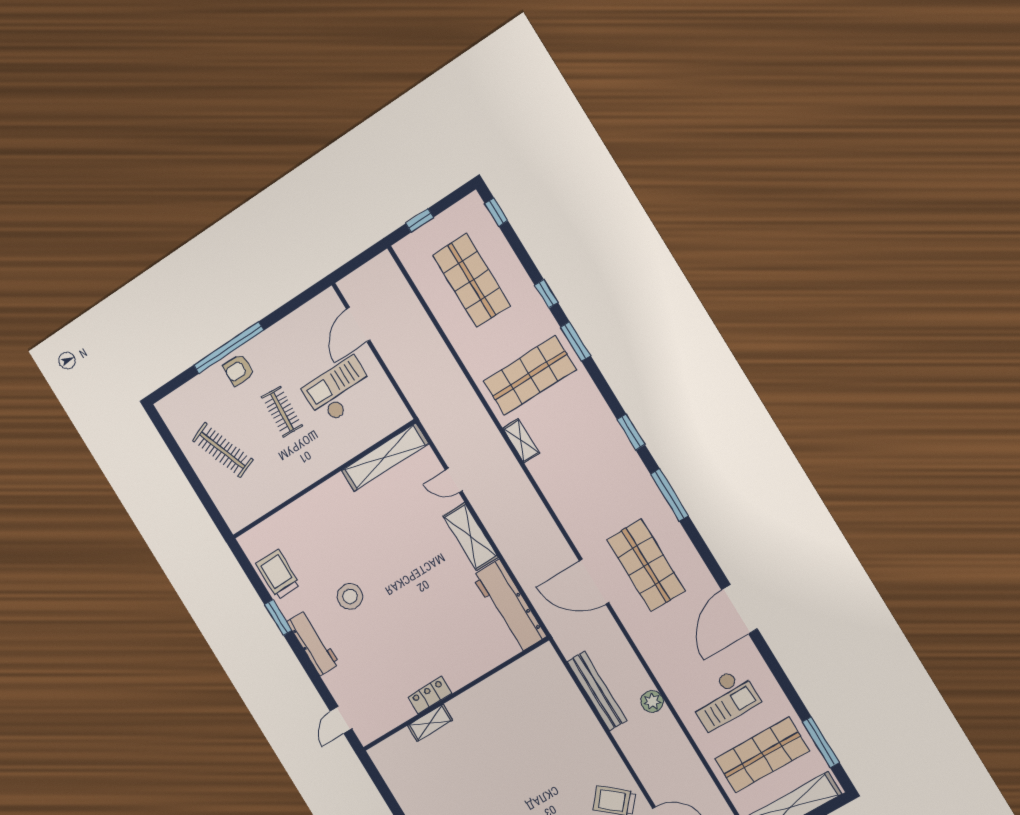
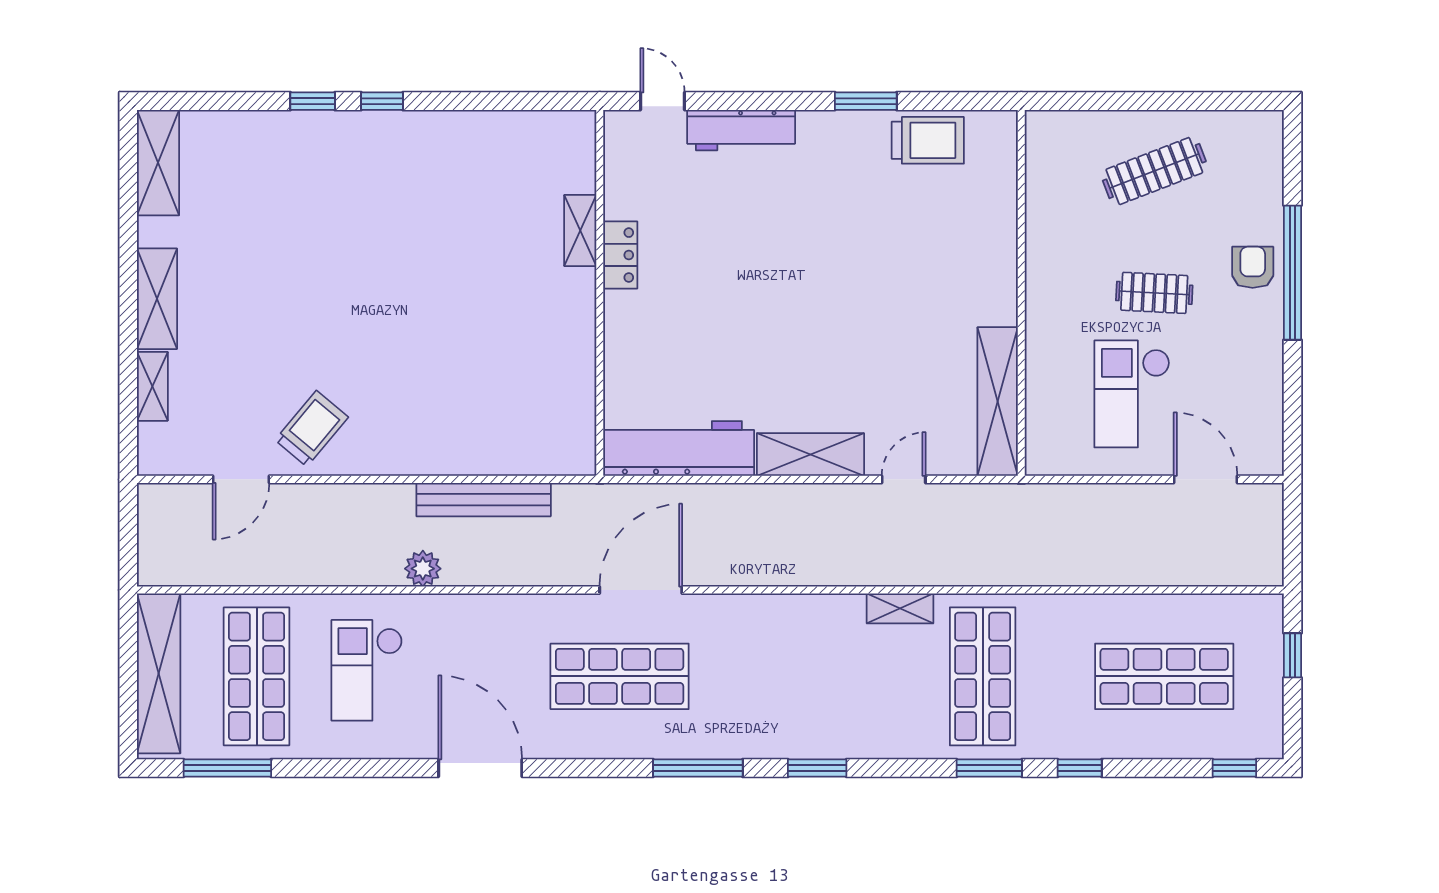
checkout: (339, 390) -> (1132, 394), turned 180
stool: (350, 596) -> (832, 227), removed
workbench: (313, 643) -> (741, 130), moved

